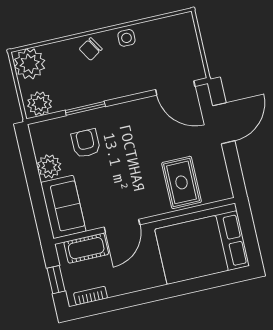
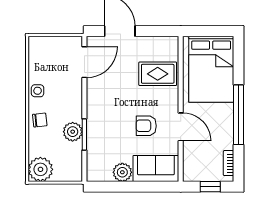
chair: (91, 49) -> (40, 120), turned -64
plant: (40, 104) -> (73, 132), moved
armchair: (86, 143) -> (146, 126), moved
cot: (86, 248) -> (191, 158), removed
window: (153, 294) -> (238, 115), added

